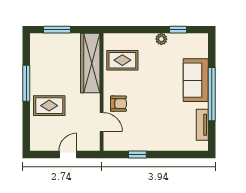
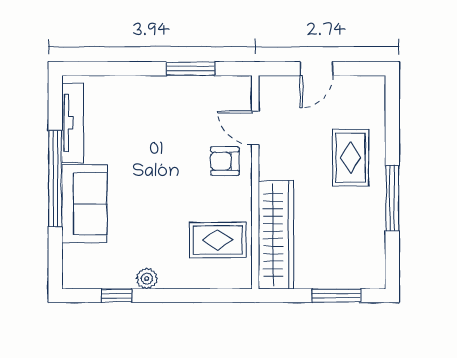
rug: (49, 106) -> (351, 158), turned 90
tv unit: (202, 125) -> (73, 123), width x1.41
window: (137, 155) -> (190, 69), width x1.50

